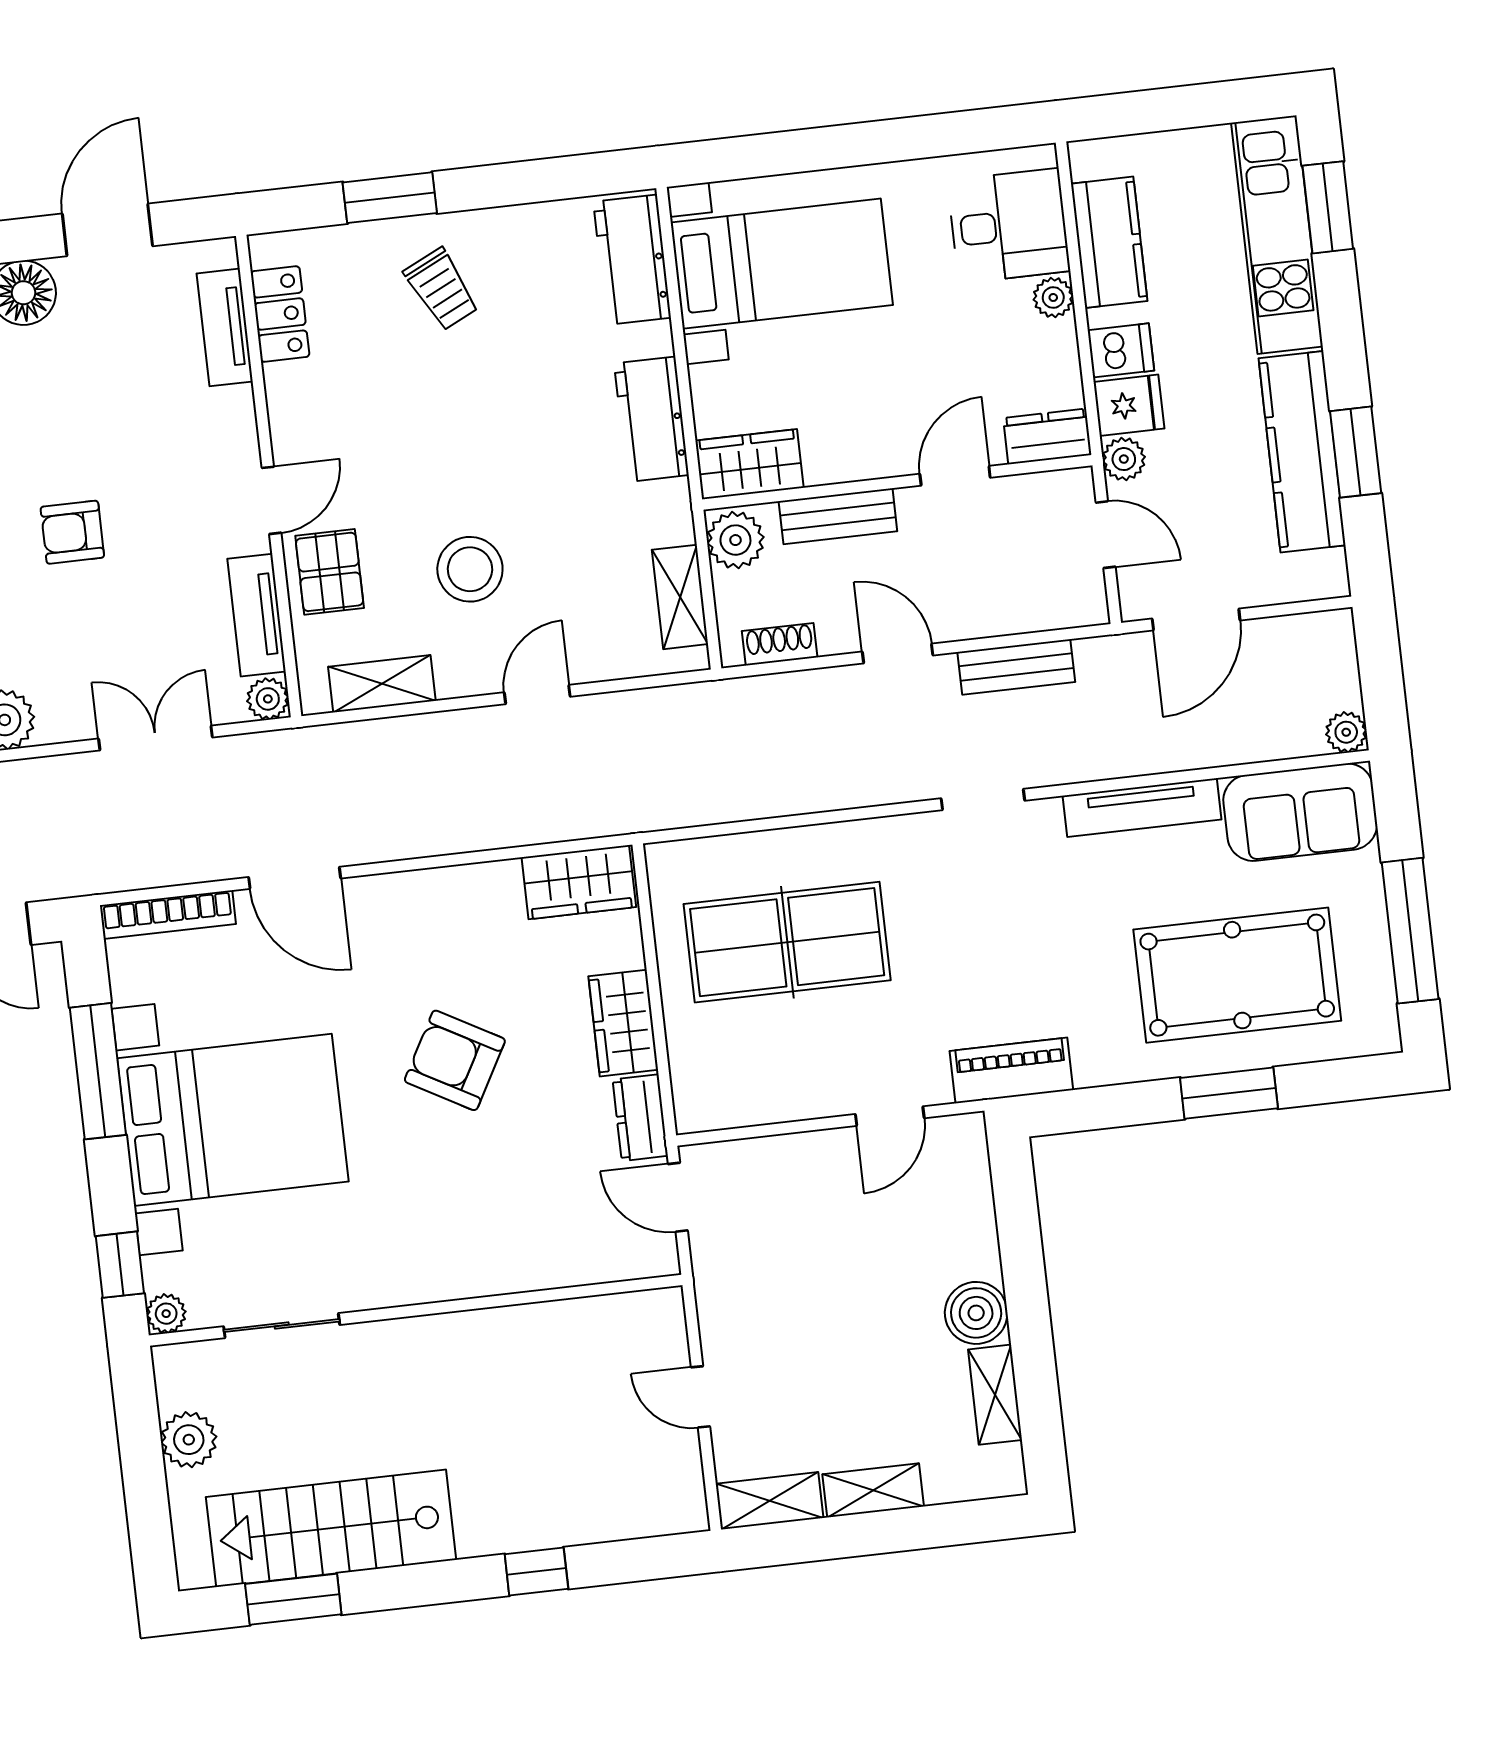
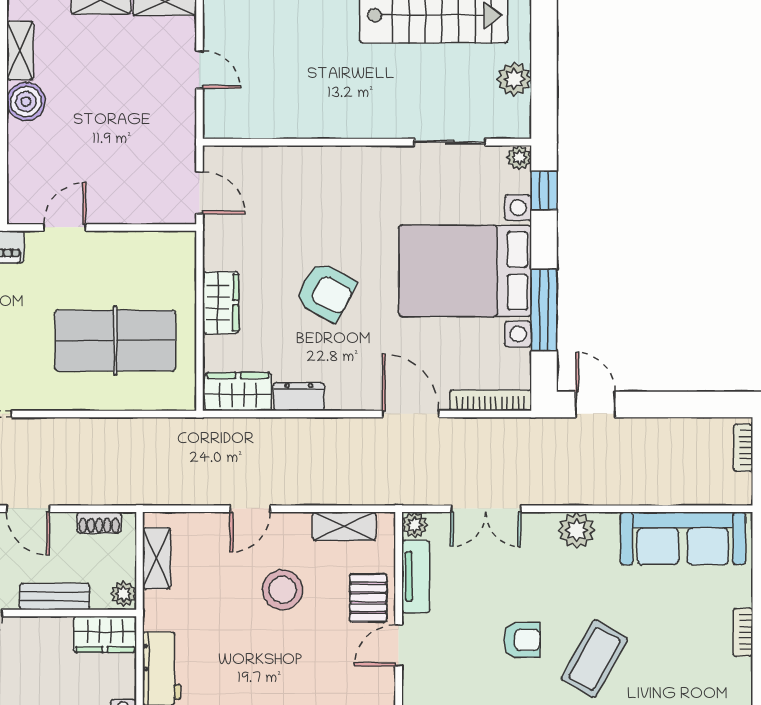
plant: (735, 540) -> (124, 594), width x0.73, depth x0.73
dresser: (640, 1118) -> (299, 397), moved, turned -90

